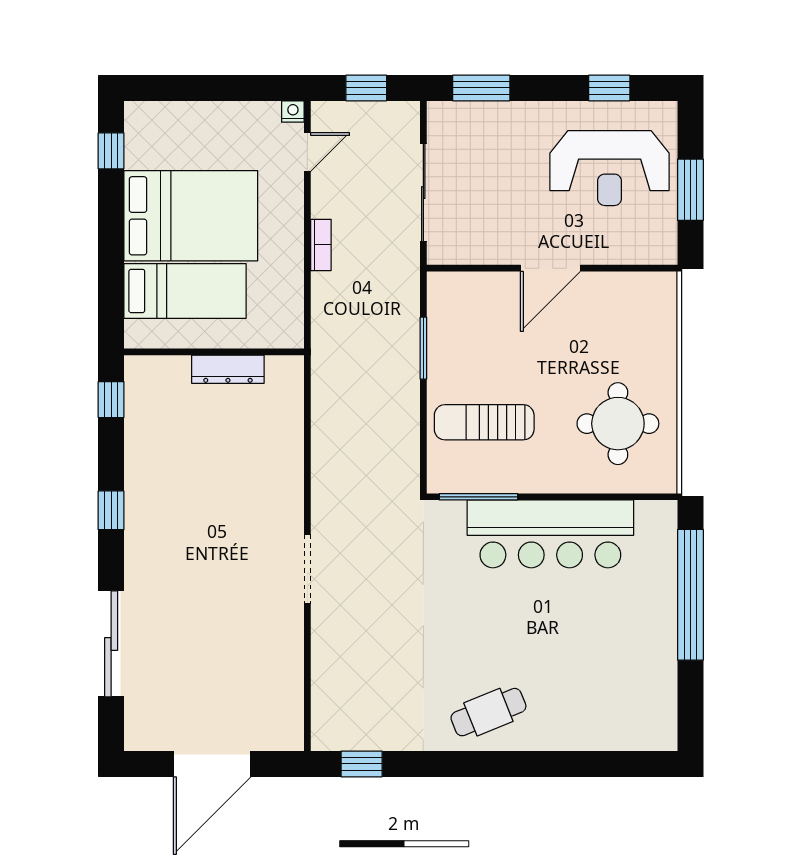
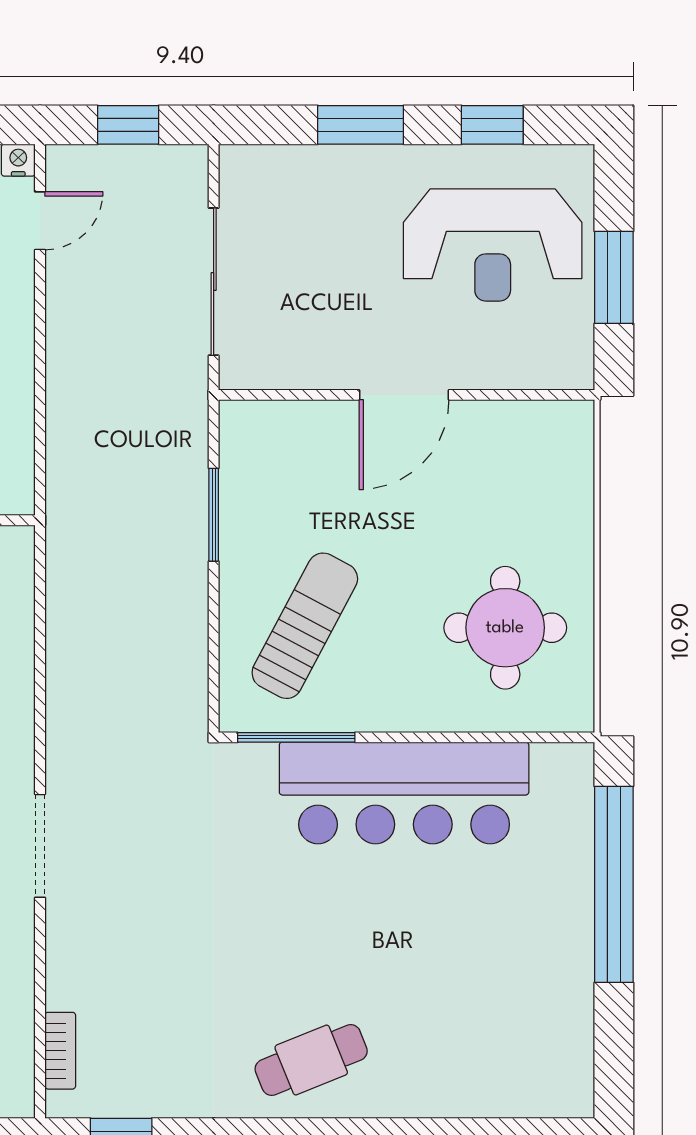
window: (481, 88) -> (361, 125), moved
bookcase: (321, 245) -> (60, 1051), moved
sun lounger: (484, 422) -> (305, 626), turned 118

